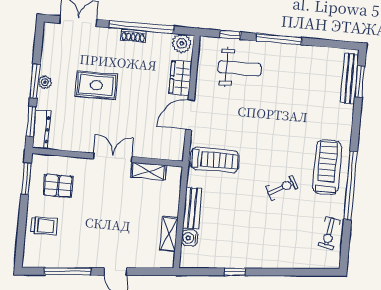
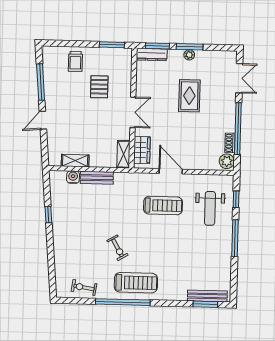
shoe rack: (133, 36) -> (230, 143), moved
wardrobe: (181, 78) -> (142, 150), moved, turned 90
treadmill: (215, 160) -> (163, 206), moved, turned -90
shelving: (148, 171) -> (123, 154), moved
pallet: (58, 186) -> (99, 87), moved

